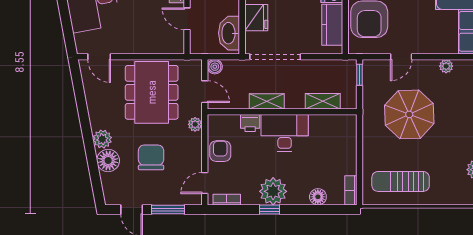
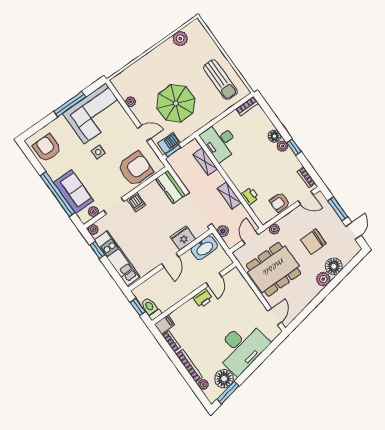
kitchen counter: (332, 25) -> (171, 187), moved, turned 90
boiler: (215, 67) -> (223, 231), moved
barbecue: (371, 76) -> (169, 143), added
desk: (285, 133) -> (220, 141), moved
plant: (273, 191) -> (282, 146), width x0.53, depth x0.53
floor lamp: (318, 197) -> (274, 136), moved

